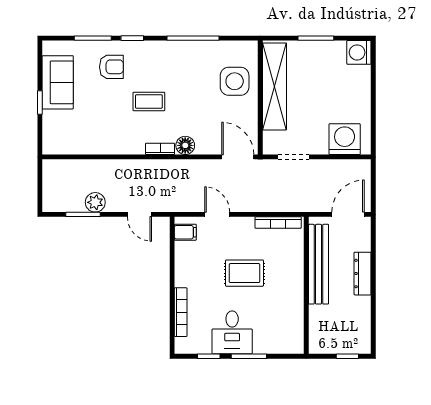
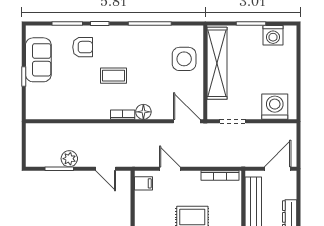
washing machine: (359, 52) -> (273, 35), moved, turned -90

